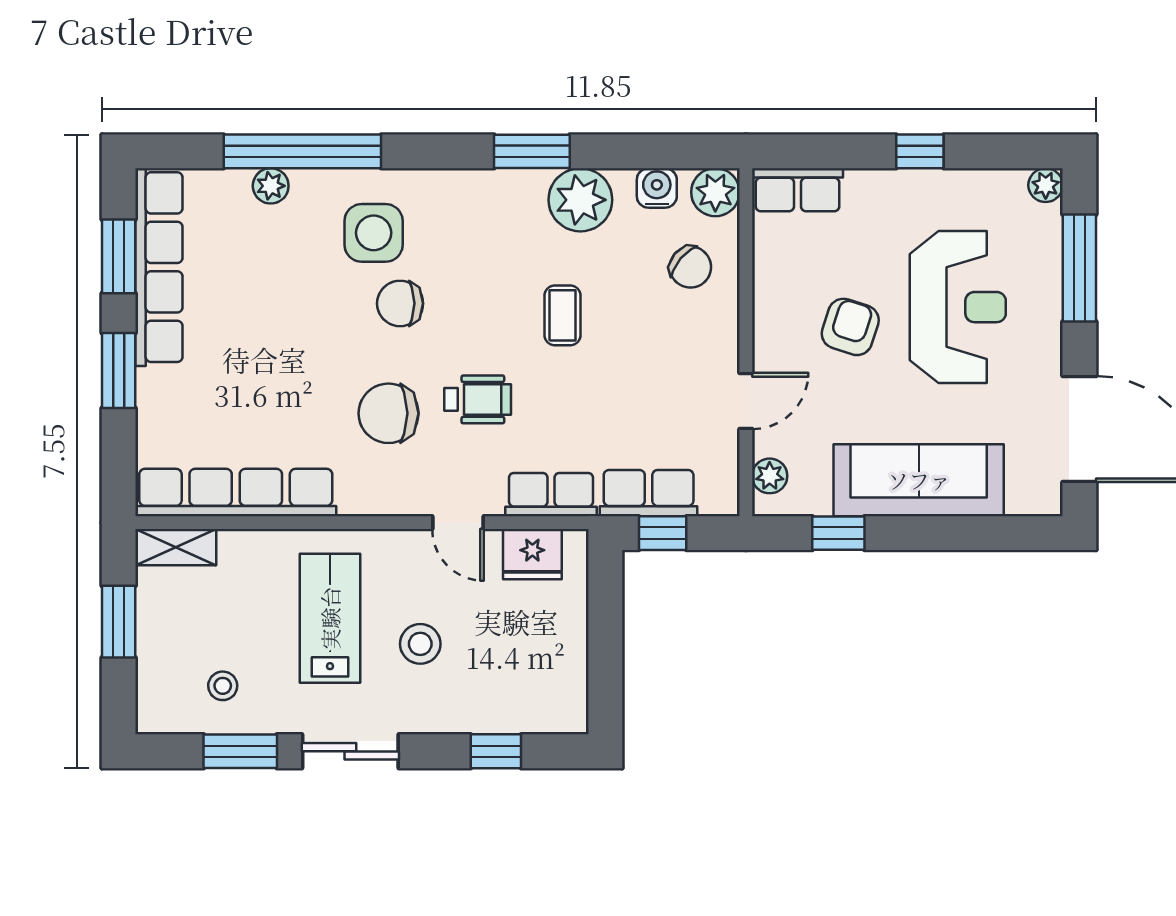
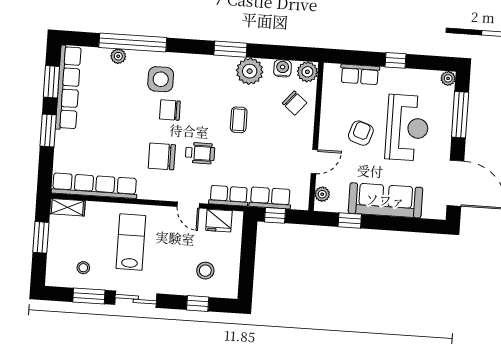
row of seats: (797, 190) -> (360, 74), moved
stool: (420, 644) -> (205, 271), moved

